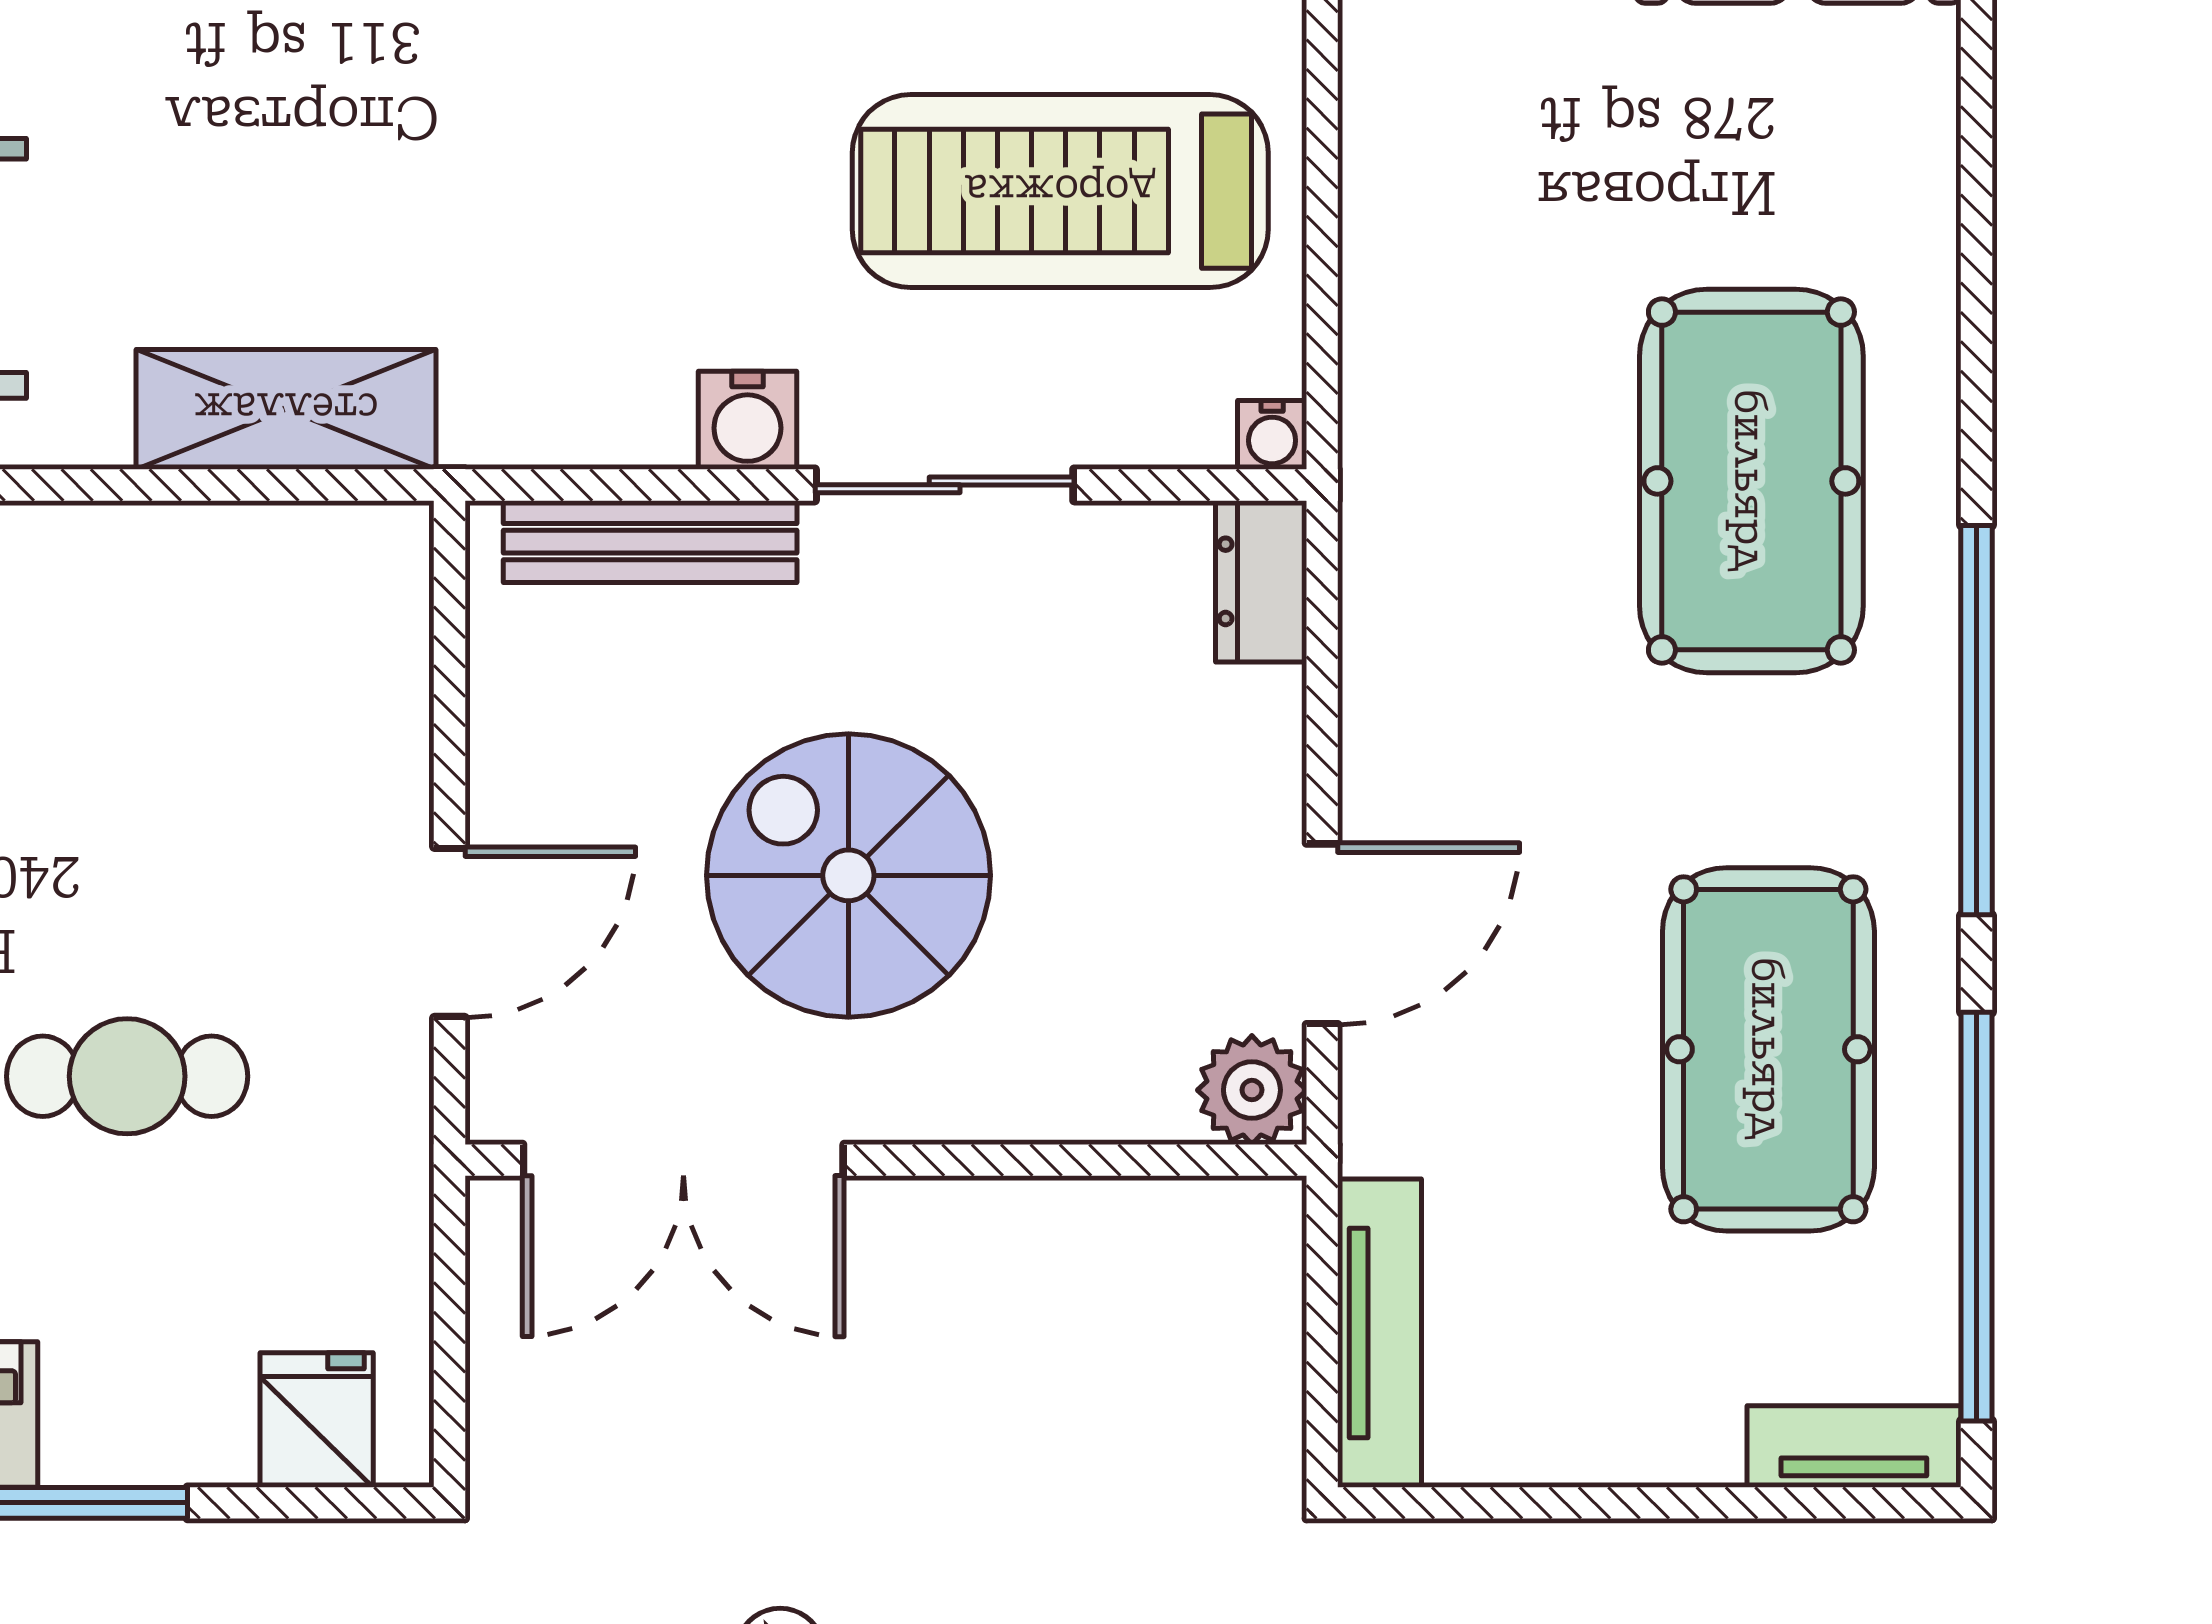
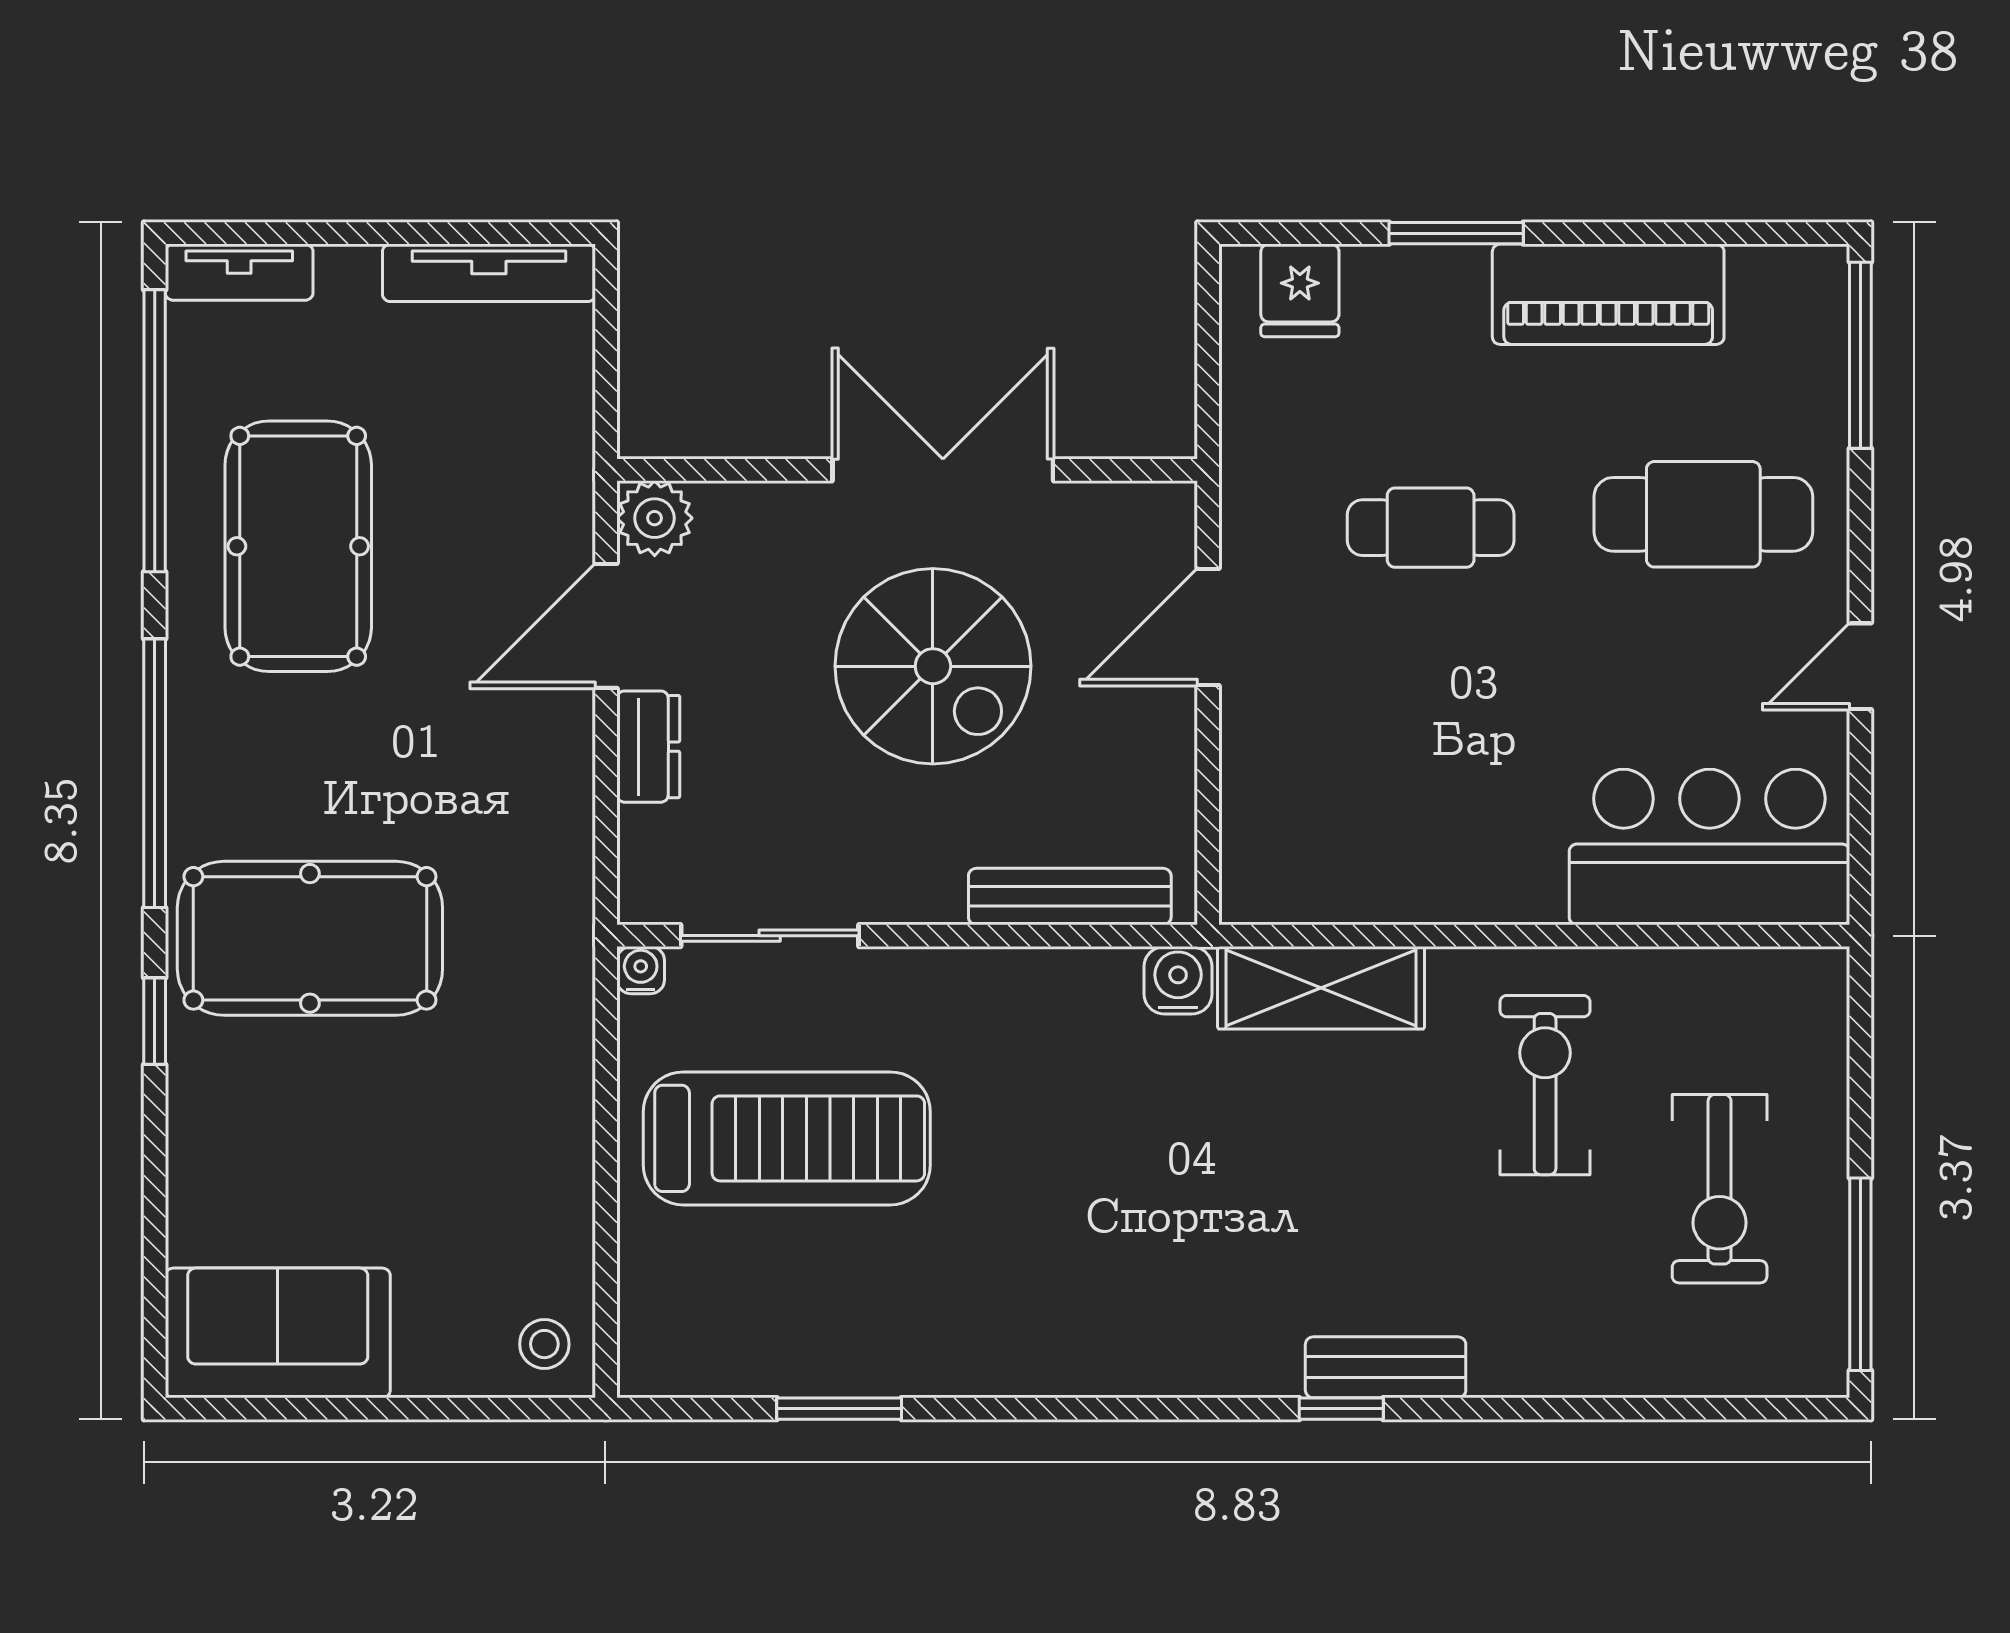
window: (1977, 361) -> (155, 1021), added
water cooler: (747, 420) -> (1178, 980), moved
pool table: (1751, 481) -> (310, 938), turned 90
sliding door: (945, 485) -> (770, 936), moved
dresser: (1261, 581) -> (648, 747), moved
double door: (683, 1160) -> (943, 470), moved
tv unit: (1379, 1333) -> (489, 273), moved, turned -90

